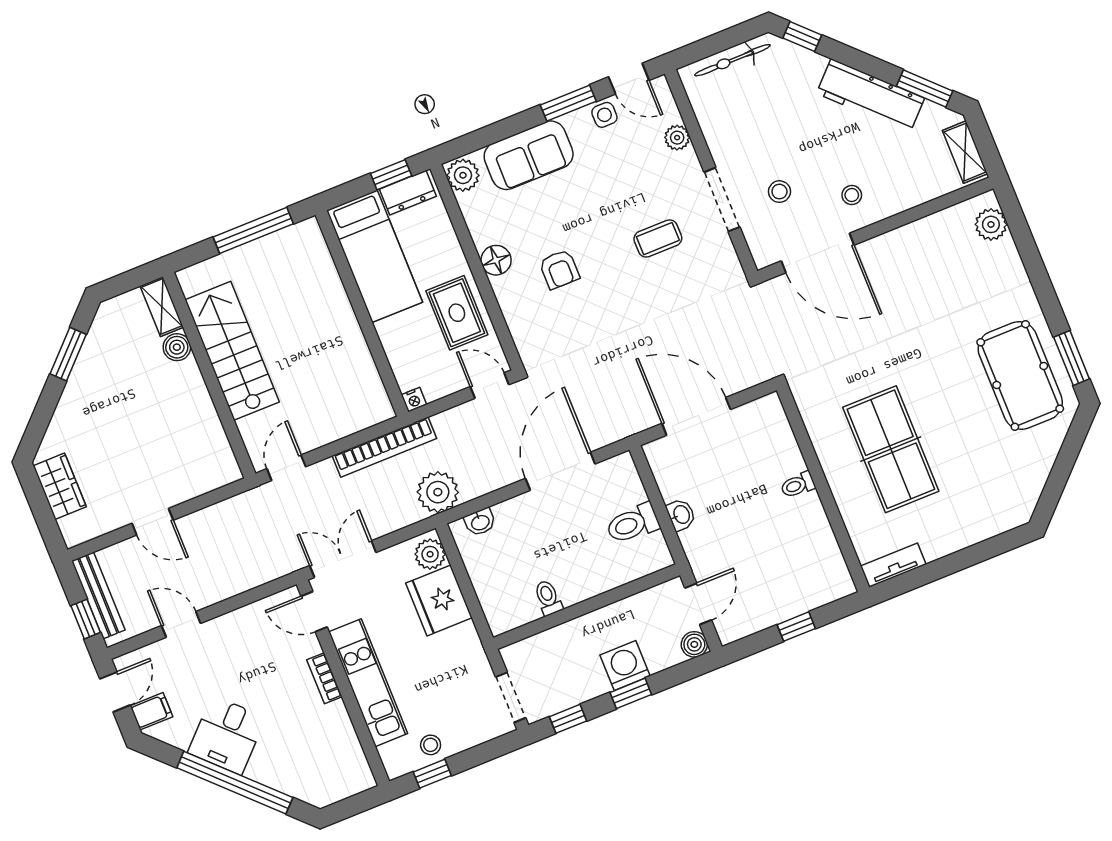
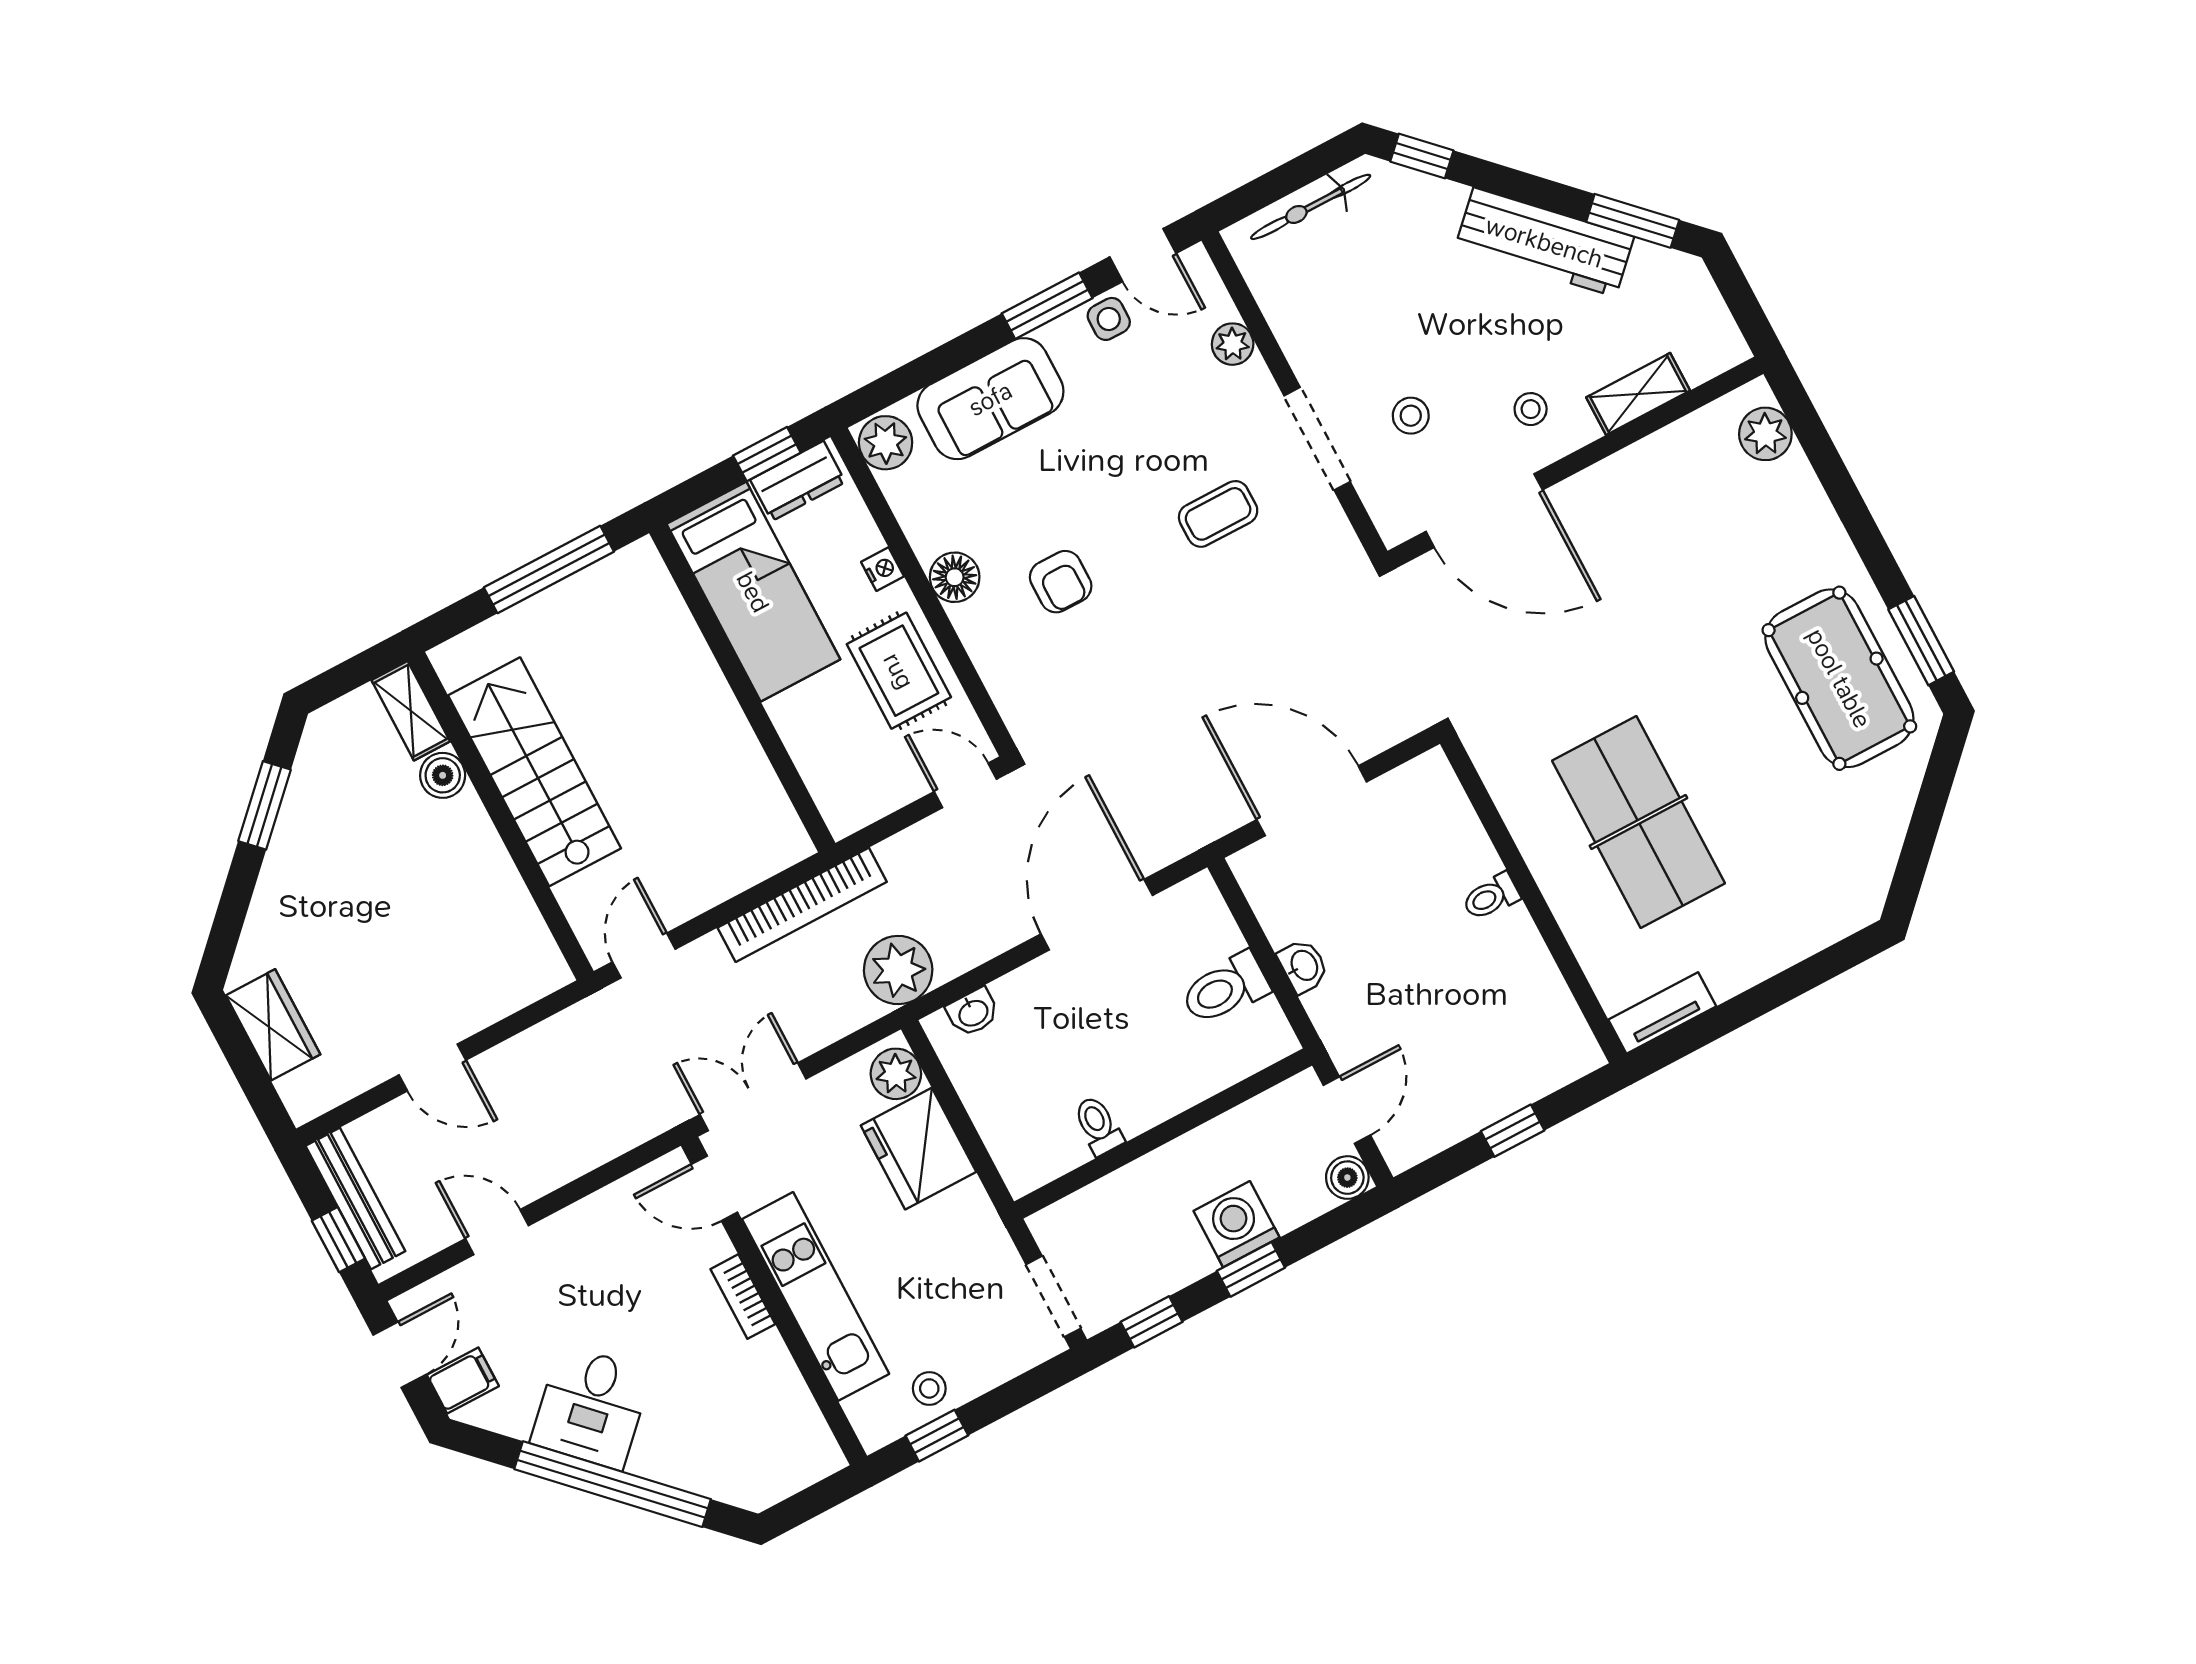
shelving: (965, 152) -> (1638, 394), moved, turned 90
nightstand: (414, 400) -> (883, 569), moved, turned -90

